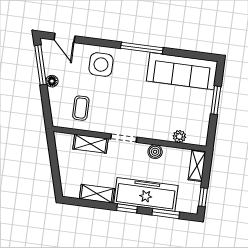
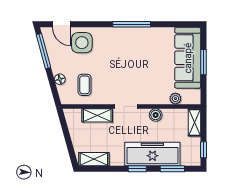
side table: (101, 65) -> (82, 43), moved
sofa: (182, 71) -> (188, 58), moved, turned 90
floor lamp: (52, 81) -> (60, 79), moved
shelving: (97, 194) -> (94, 159), moved

